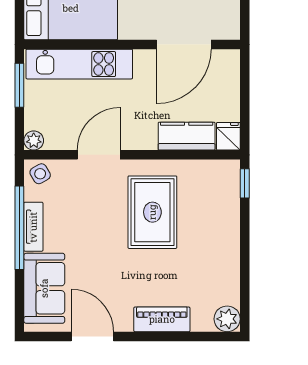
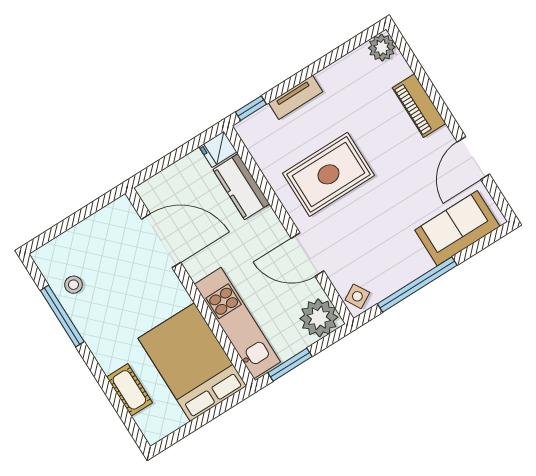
plant: (34, 141) -> (319, 318), width x1.87, depth x1.87
tv unit: (33, 227) -> (296, 97), moved, turned 180

